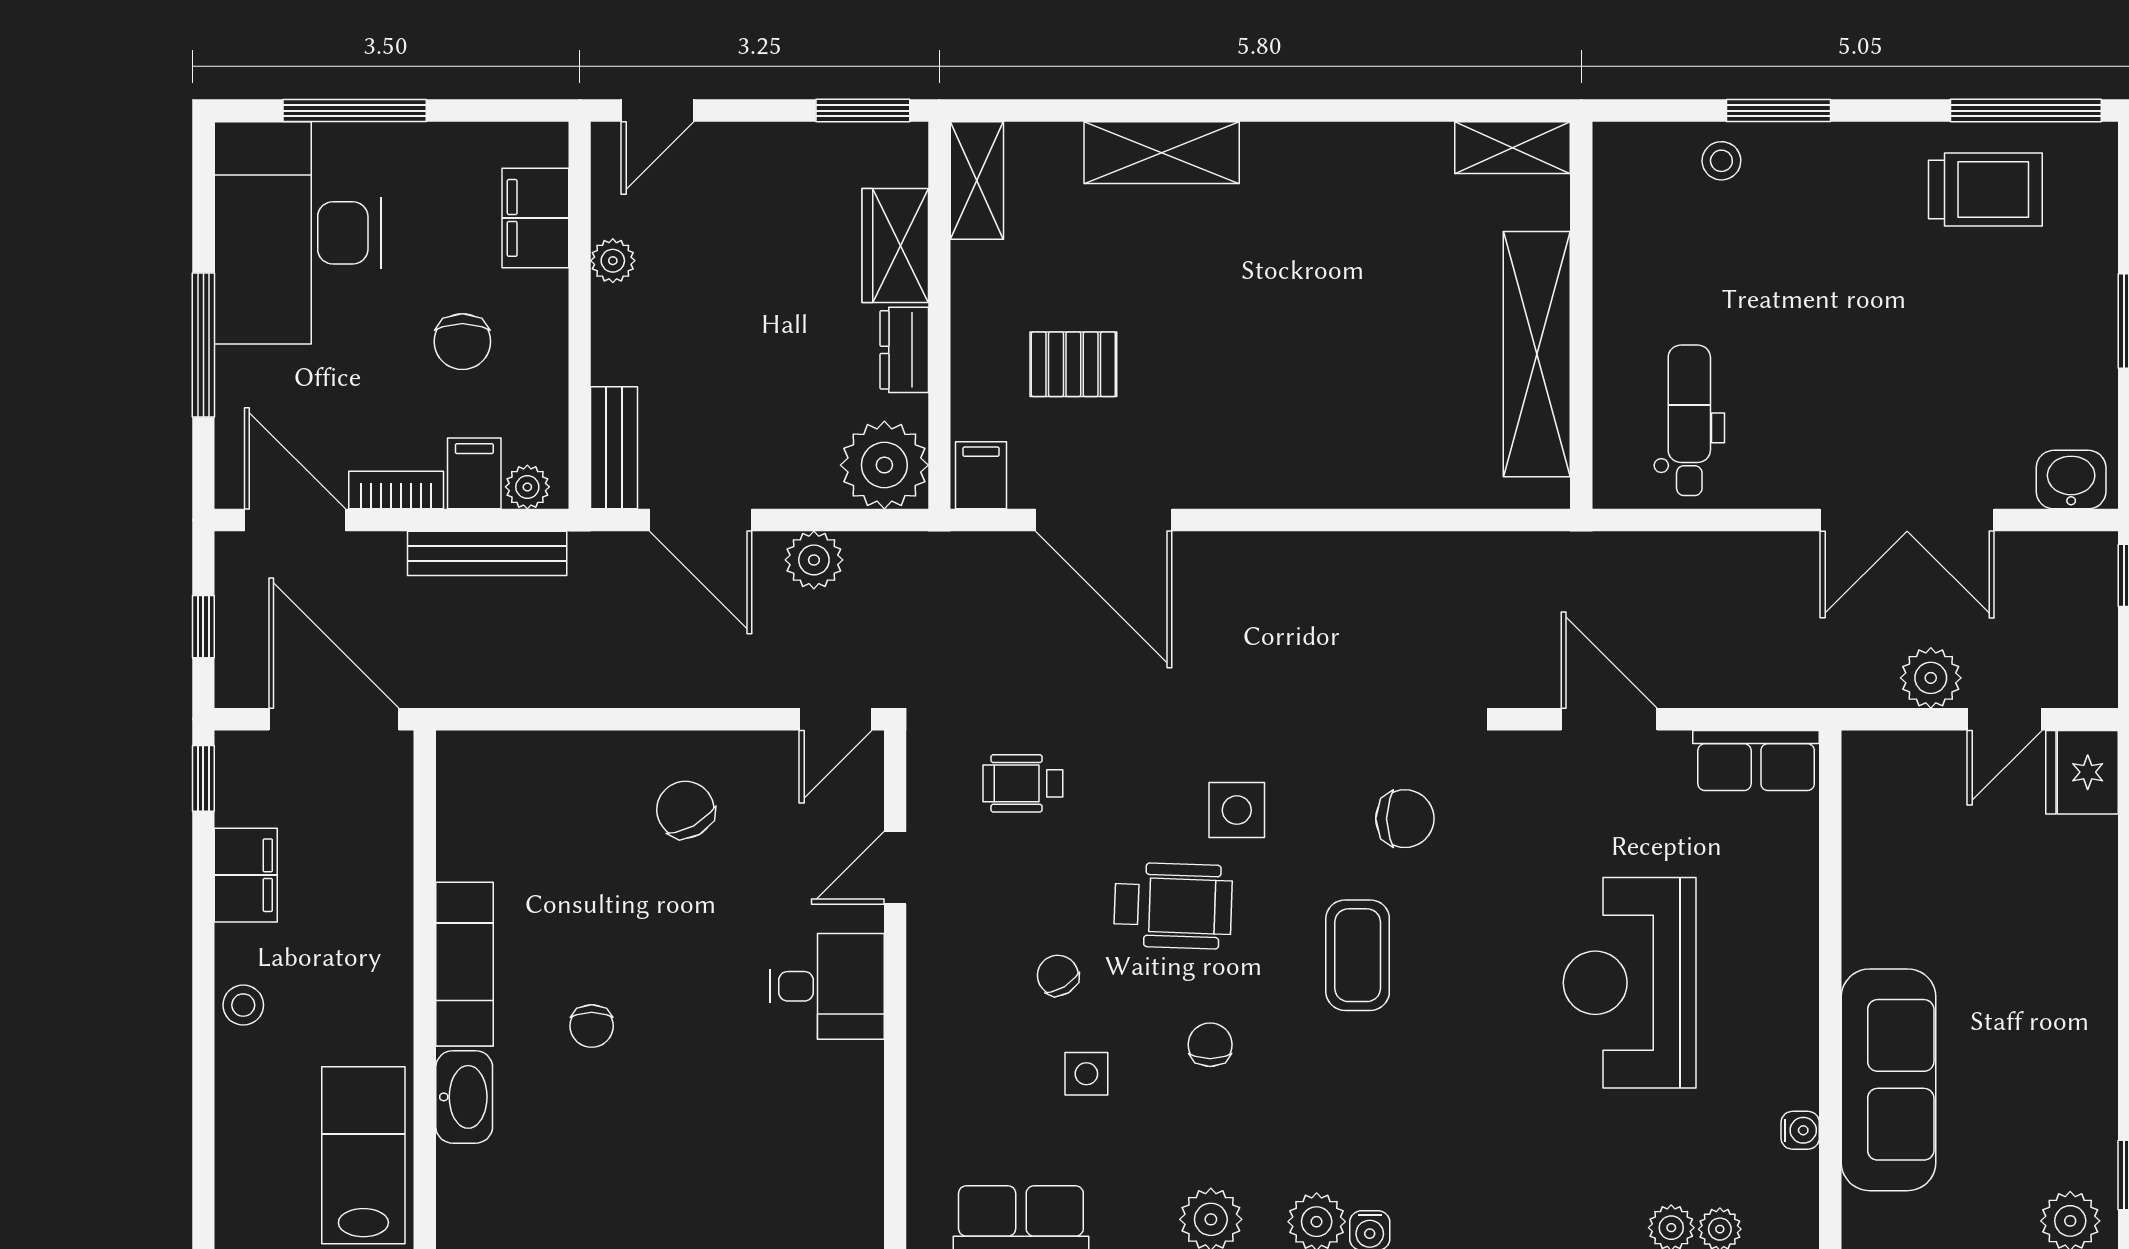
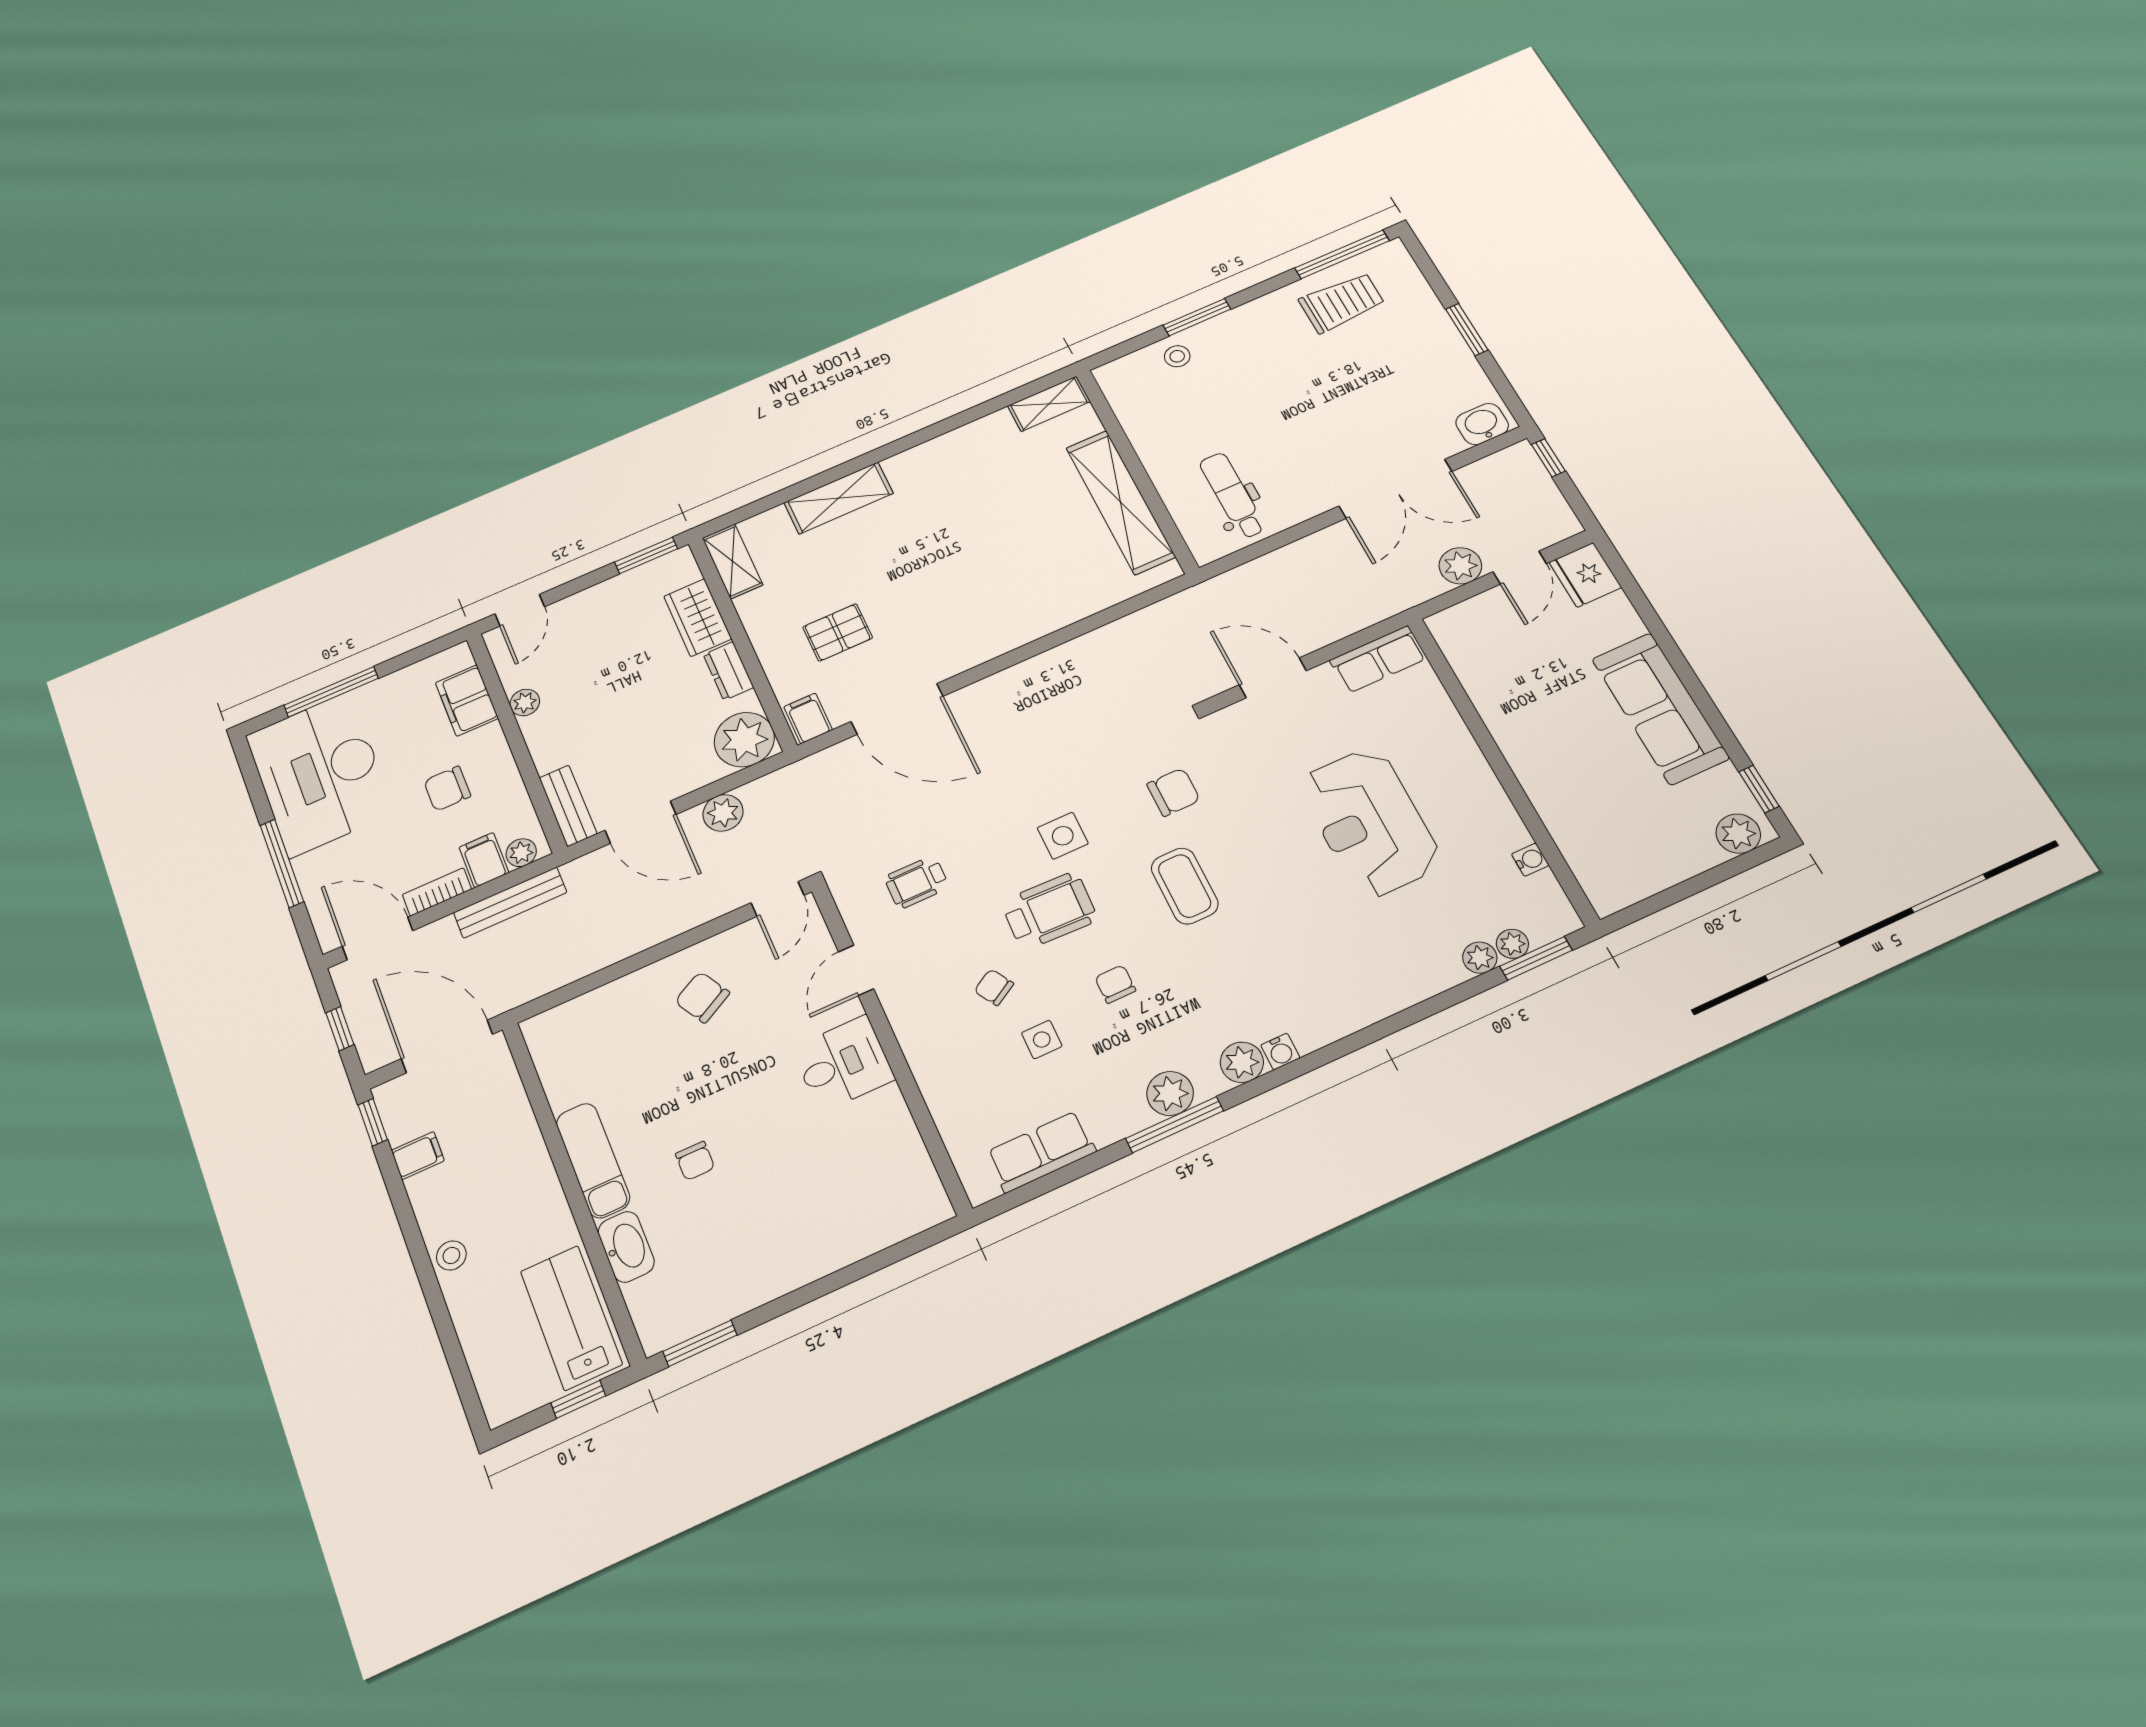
chair: (462, 342) -> (447, 789), turned 90
filing cabinet: (246, 875) -> (418, 1156), width x0.50
sofa: (1889, 1080) -> (1660, 708), moved, turned 180

